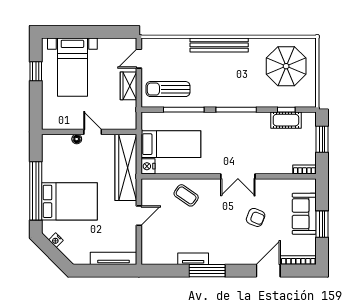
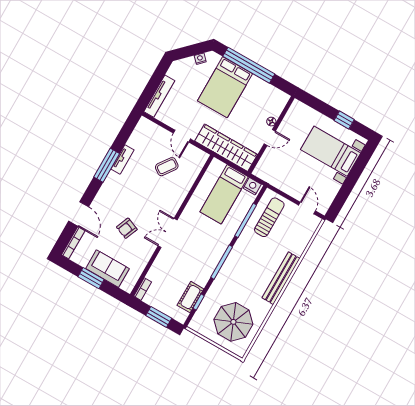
wardrobe: (128, 86) -> (290, 187), removed
nightstand: (148, 166) -> (252, 186), moved
coffee table: (186, 195) -> (167, 167), moved

